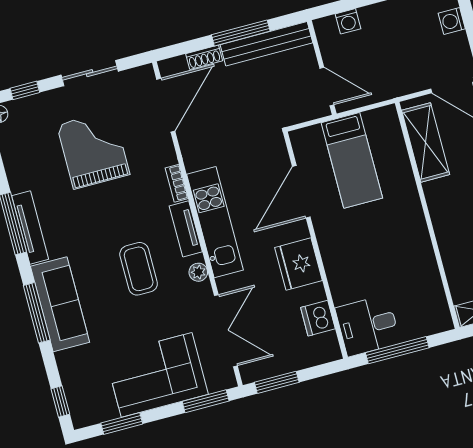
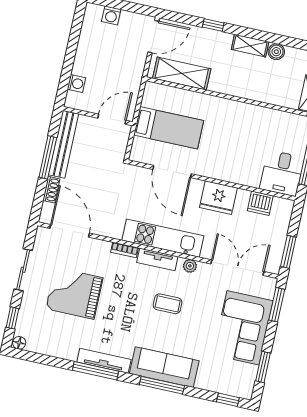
coffee table: (139, 269) -> (168, 304), width x0.73, depth x0.77

